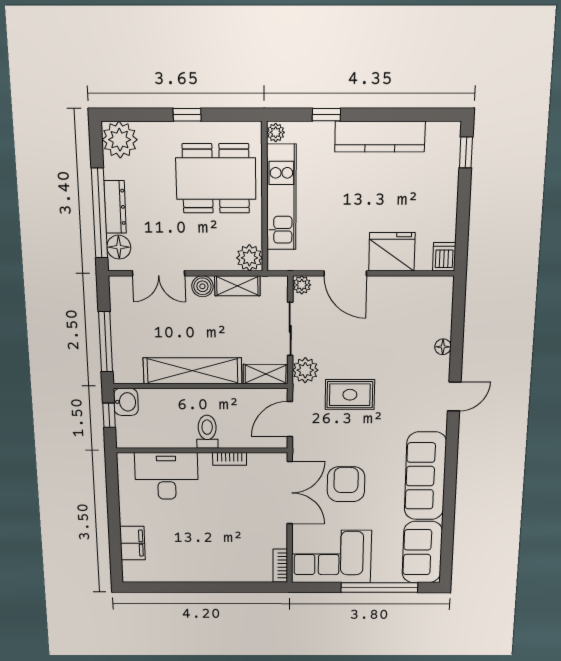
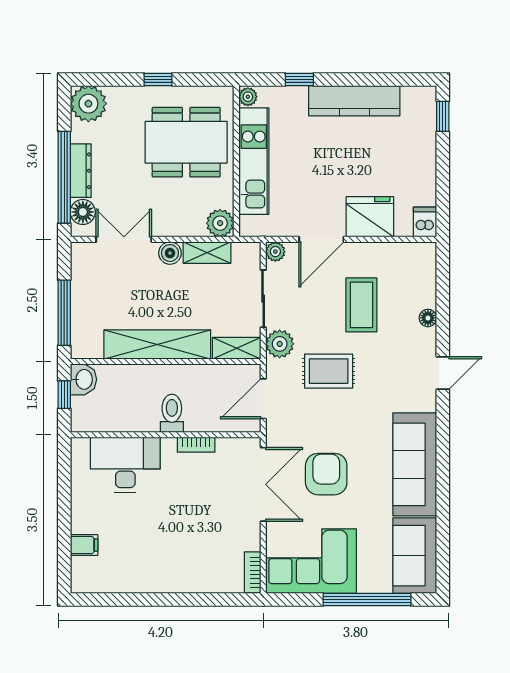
double door: (159, 273) -> (124, 239), swing flipped
door: (345, 273) -> (321, 239), hinge flipped
coffee table: (382, 335) -> (361, 305), added
filing cabinet: (133, 543) -> (84, 545), width x0.50

